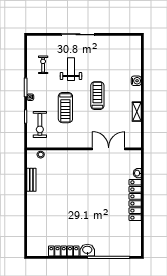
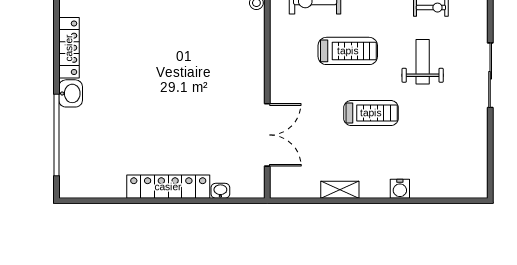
weight bench: (71, 69) -> (423, 62), turned -90
treadmill: (65, 108) -> (348, 51), turned 180

